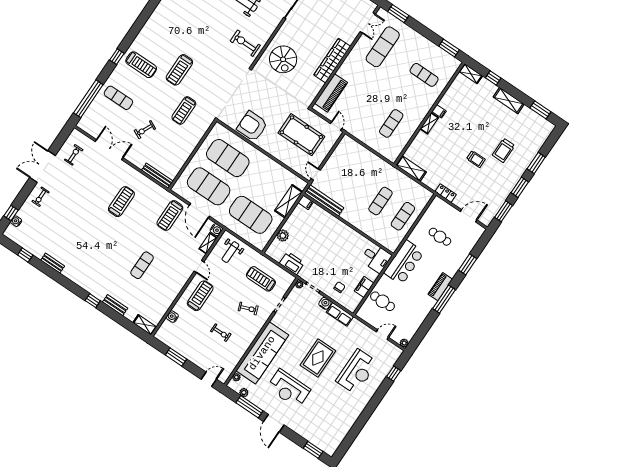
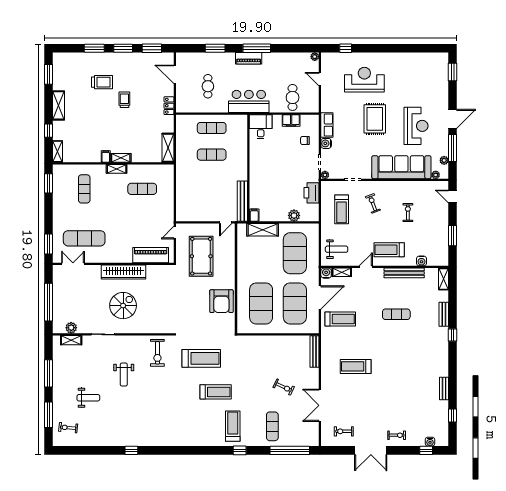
spiral stairs: (283, 59) -> (123, 306), moved
treadmill: (184, 110) -> (201, 358), moved, width x1.37, depth x1.38
shelving: (422, 113) -> (117, 169), added
bench: (172, 295) -> (404, 273), added
rug: (318, 358) -> (375, 119), turned 90

